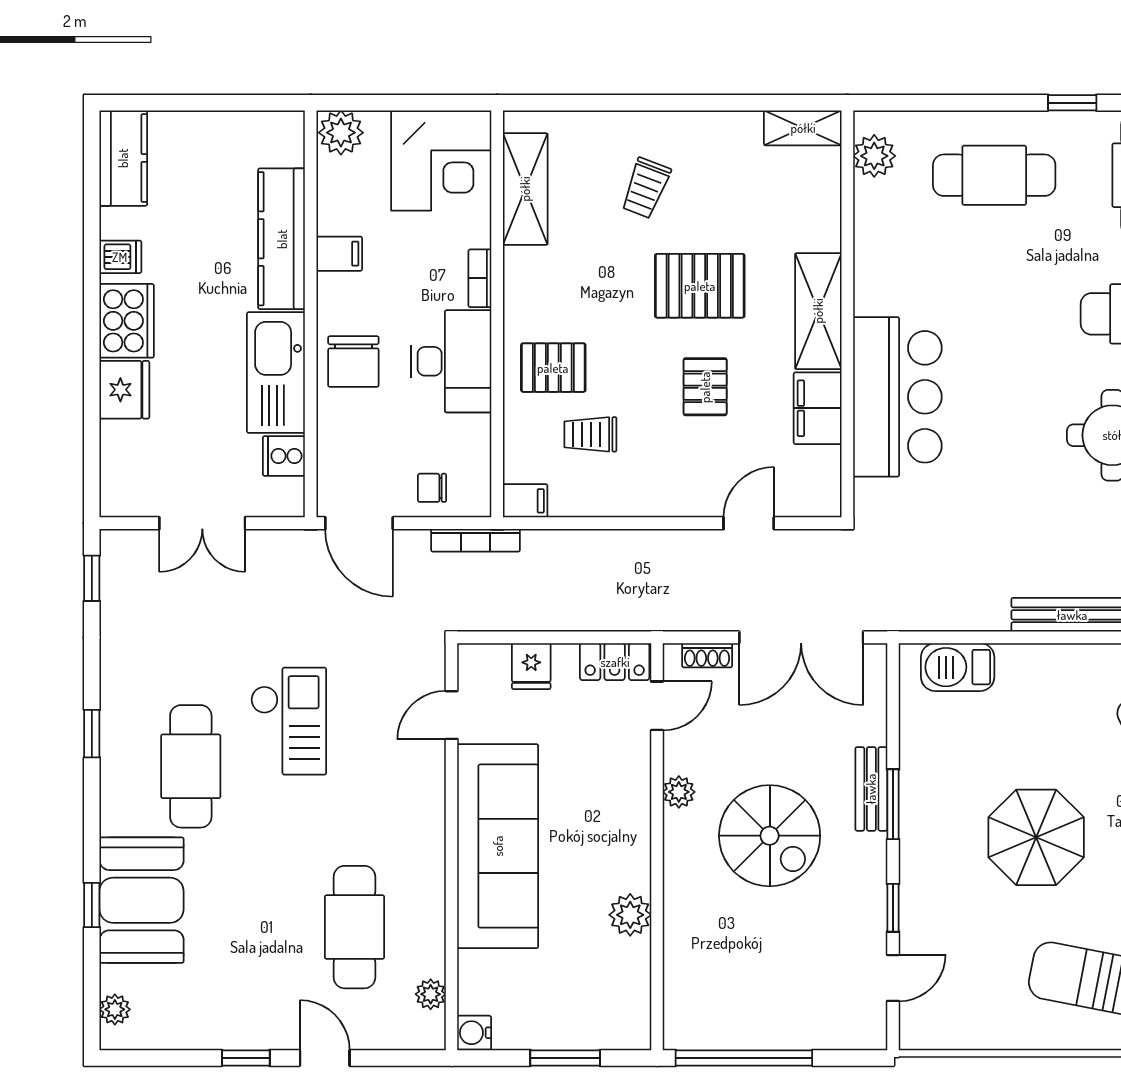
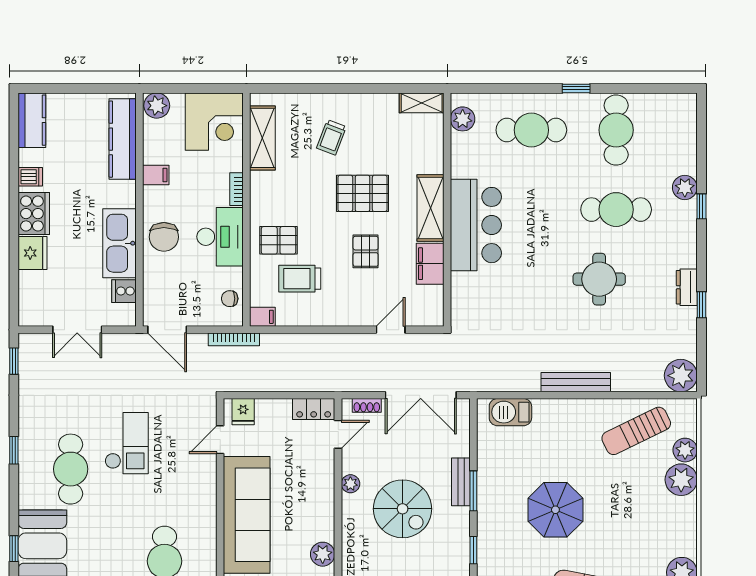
kitchen counter: (282, 239) -> (123, 139), moved
bar counter: (897, 397) -> (476, 225), moved
trolley: (590, 434) -> (300, 279), width x1.36, depth x1.39
chair: (432, 488) -> (230, 299), moved
fridge: (531, 666) -> (243, 412), moved

